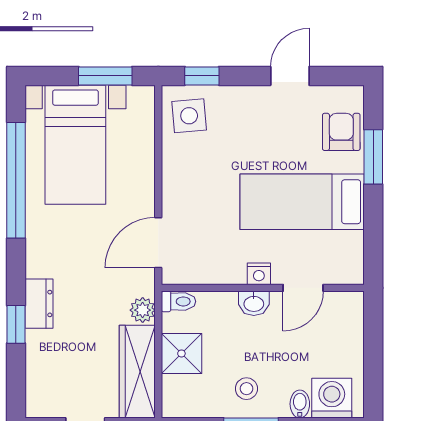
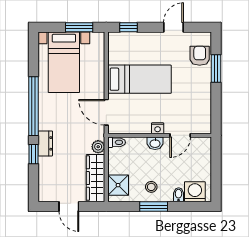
side table: (189, 116) -> (122, 47), removed
window: (16, 180) -> (34, 106), moved
bed: (302, 202) -> (139, 79), moved, turned 180
door: (158, 243) -> (106, 112), hinge flipped
shower: (181, 353) -> (118, 185), moved

